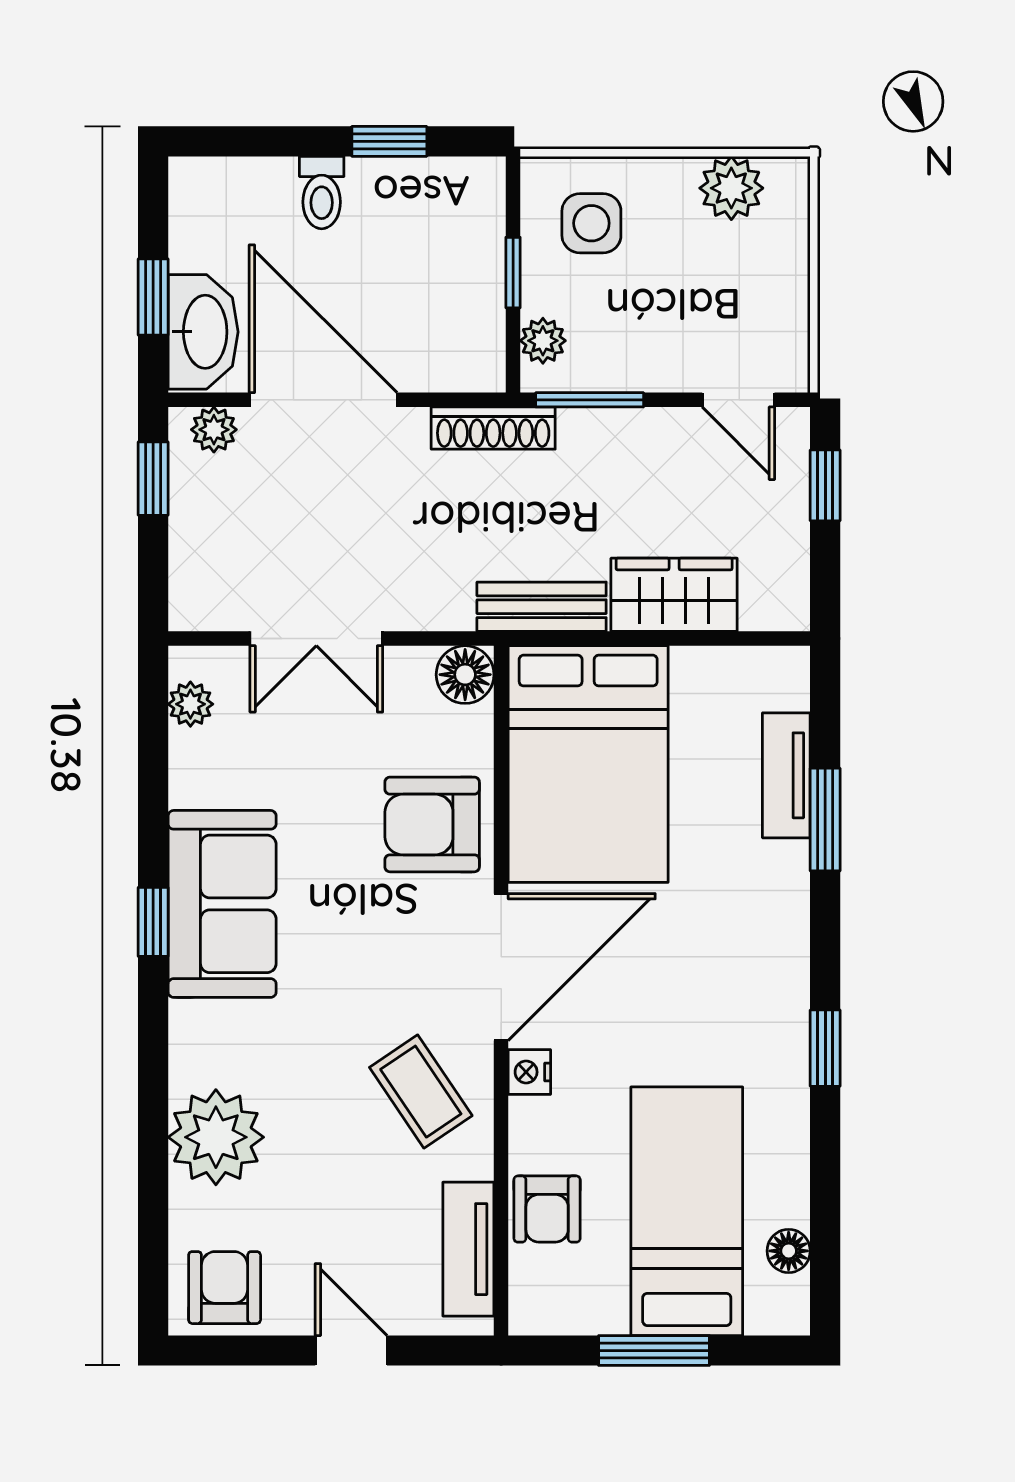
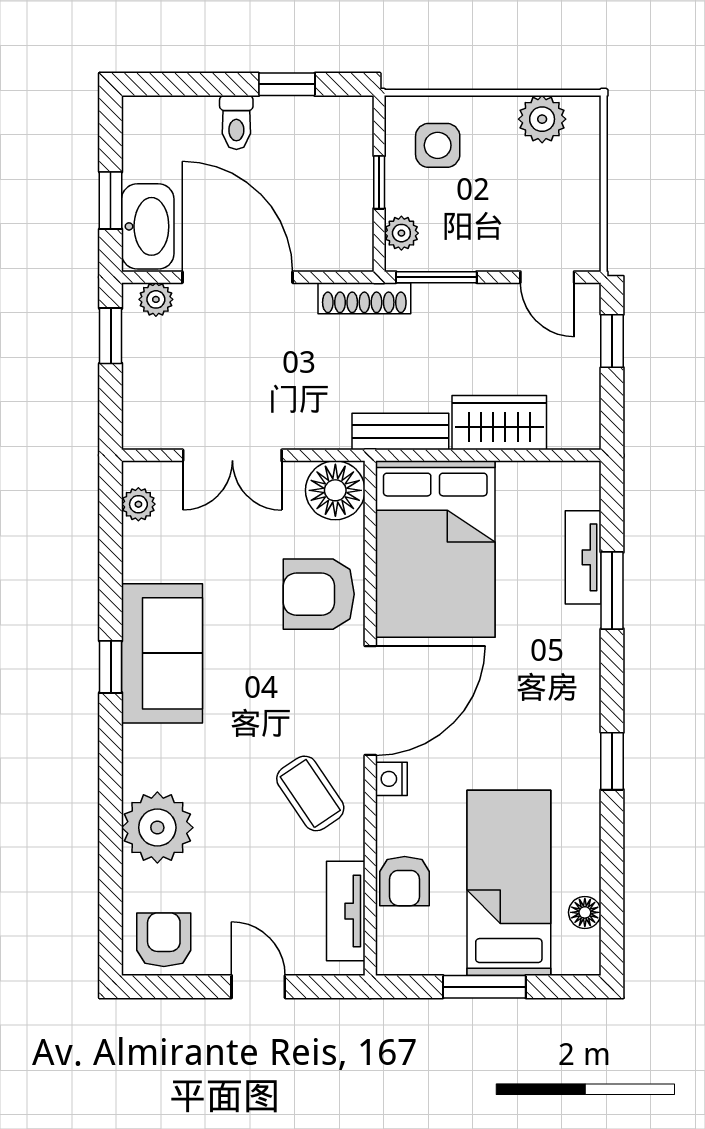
floor lamp: (465, 675) -> (335, 490), width x1.38, depth x1.38

